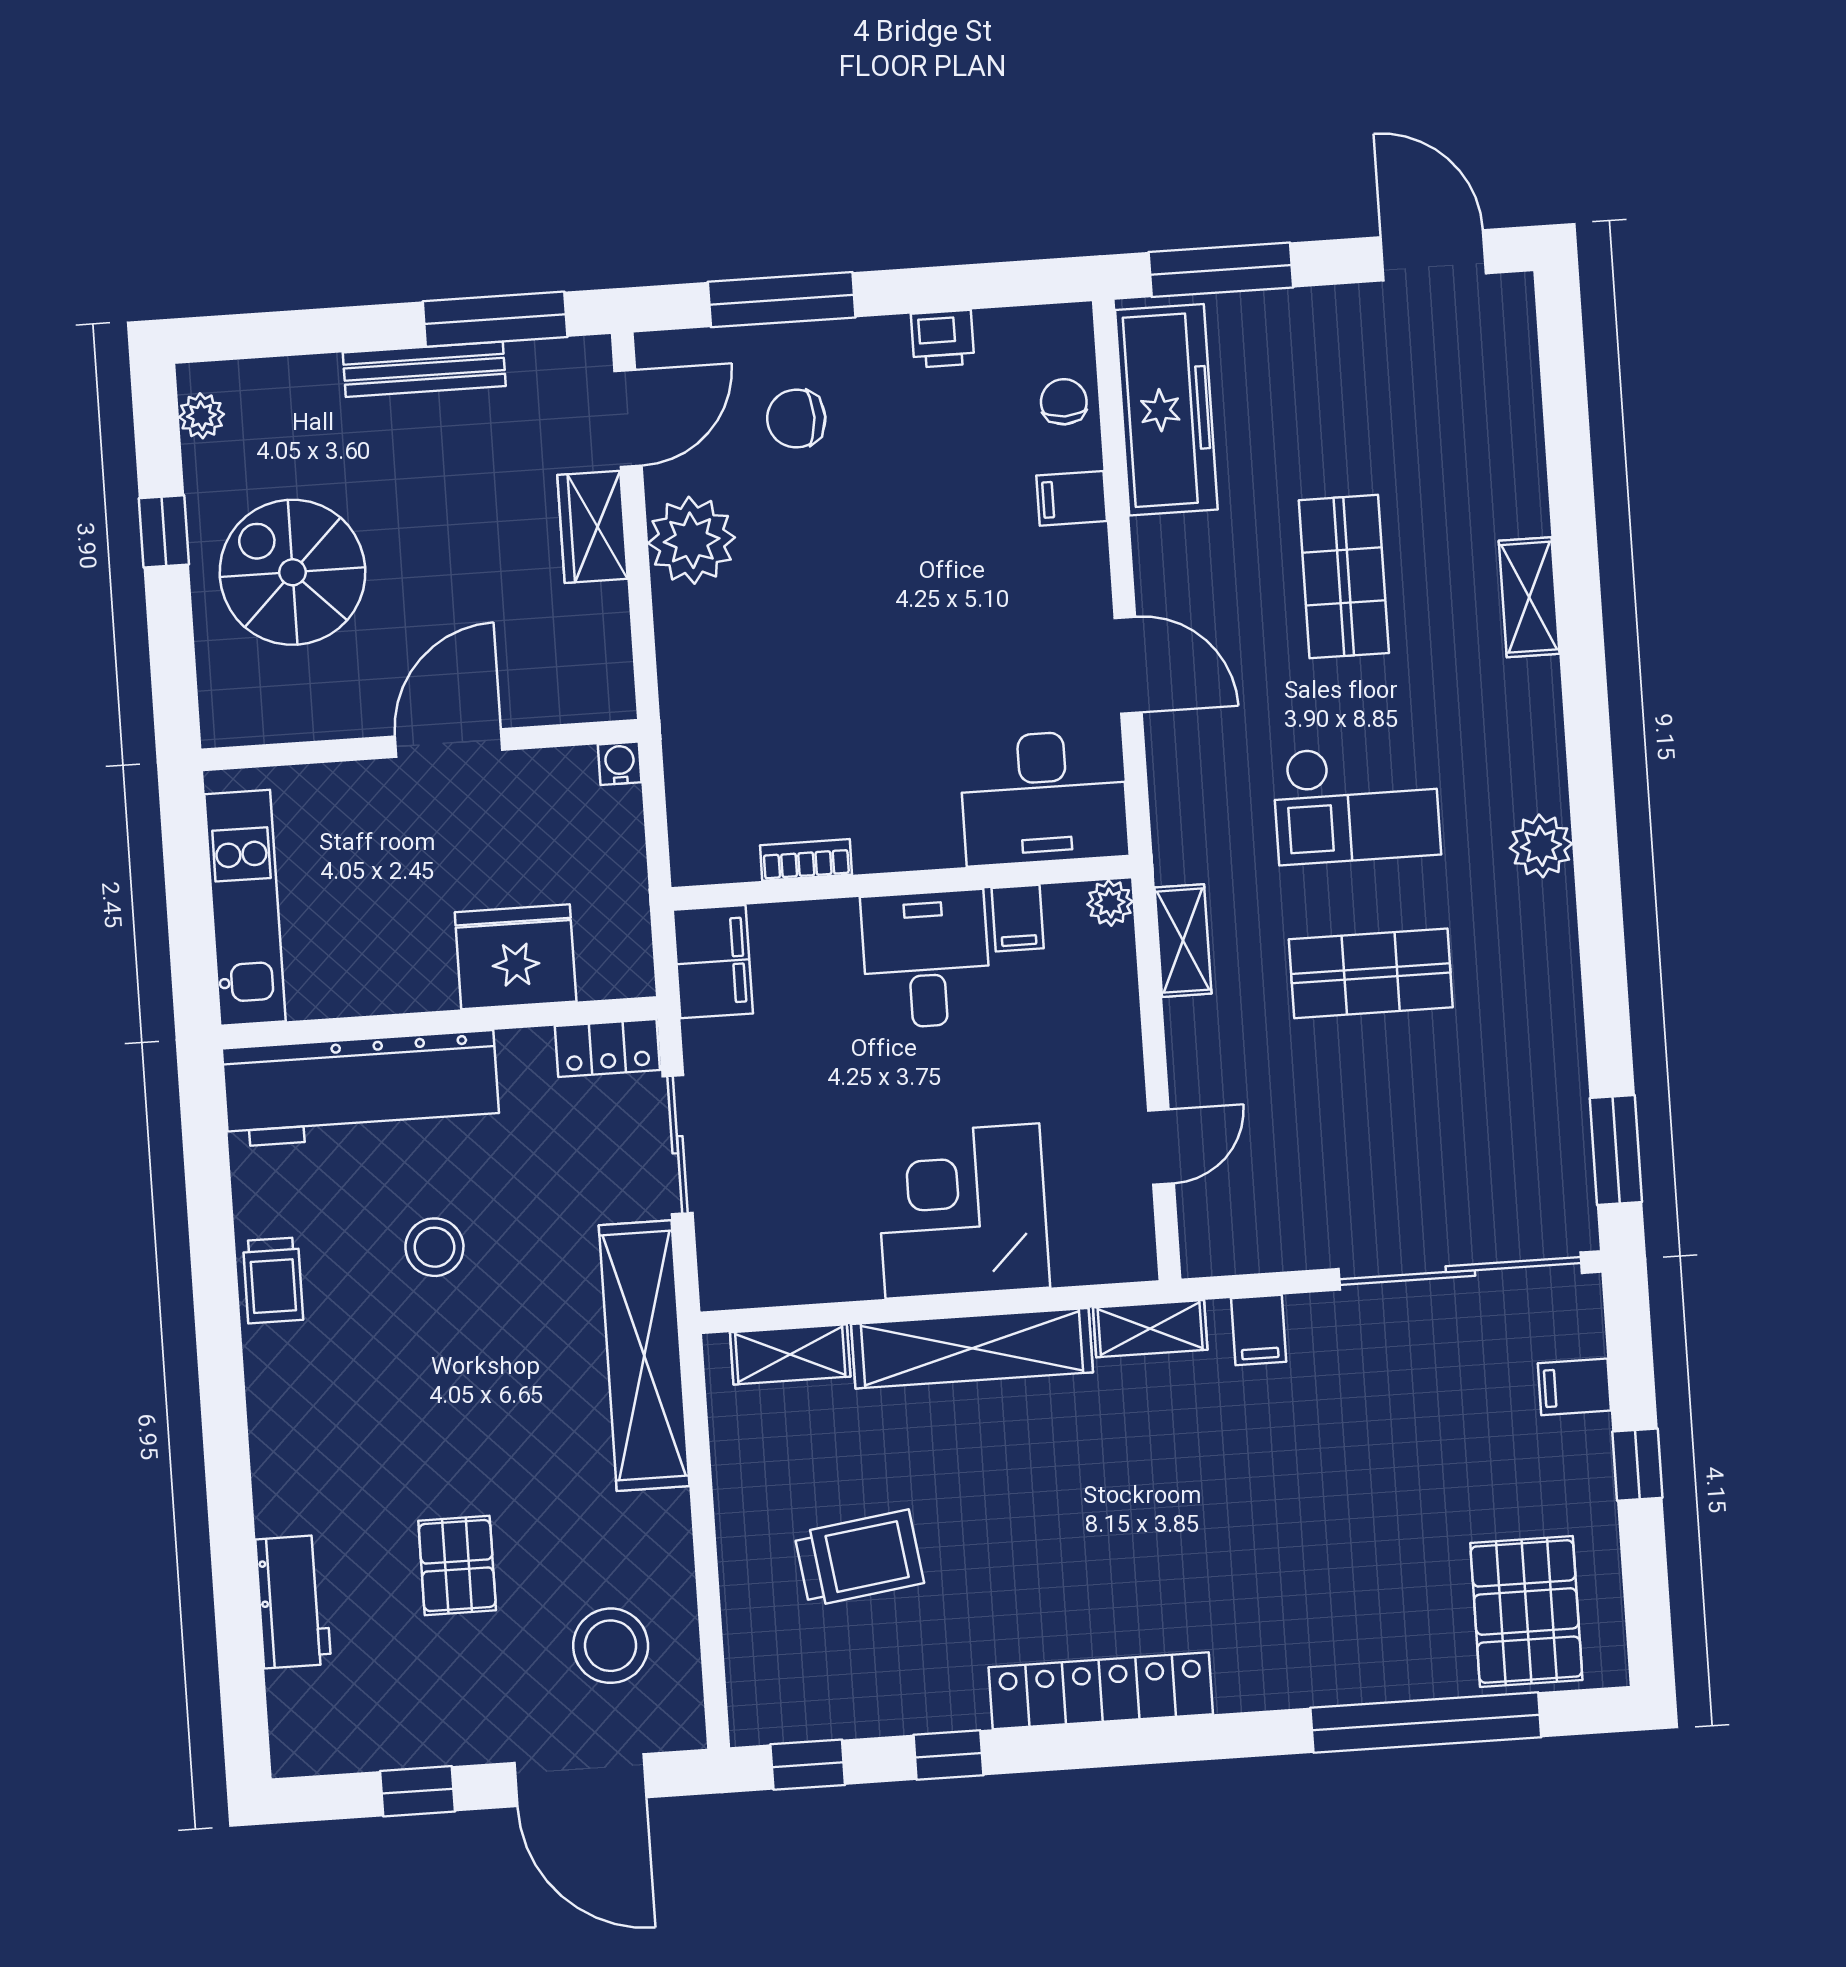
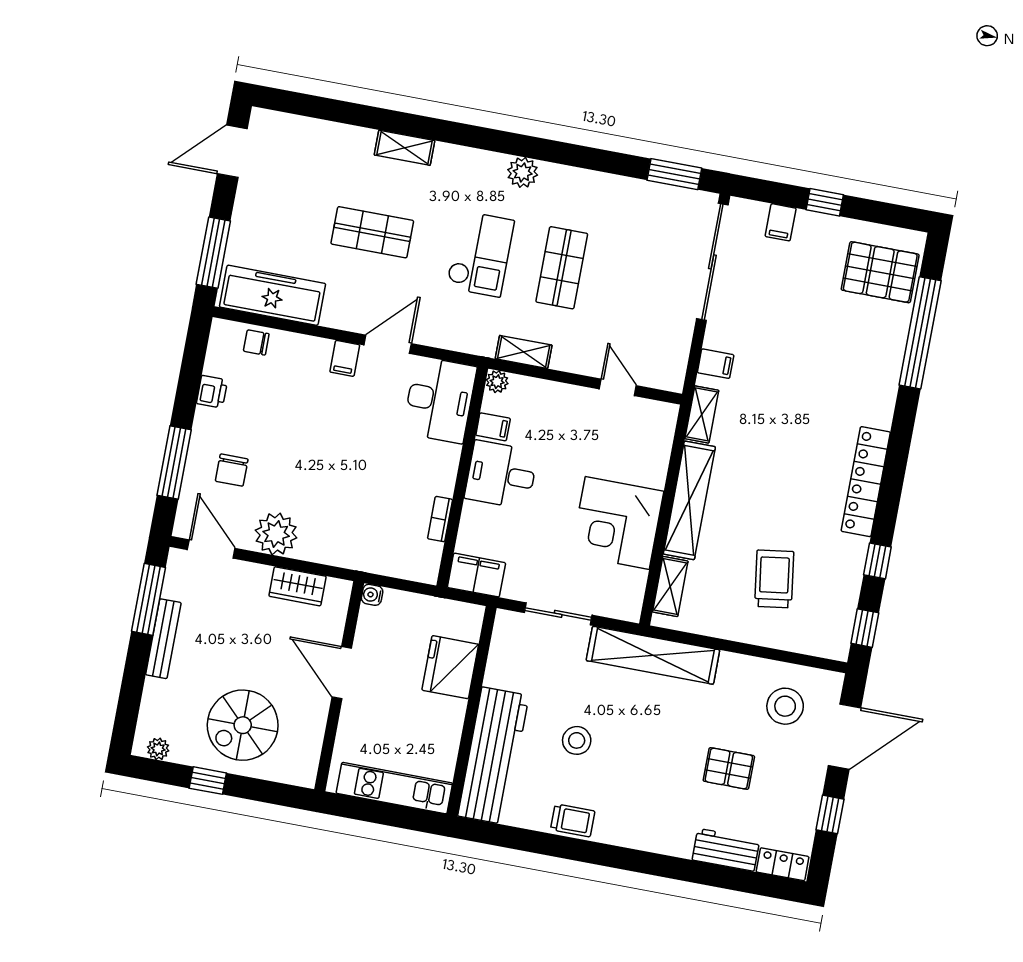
filing cabinet: (1072, 498) -> (345, 358), moved
wardrobe: (593, 527) -> (298, 586), moved
locker: (607, 1048) -> (783, 864), moved, turned -90
corner desk: (962, 1211) -> (617, 523), moved

